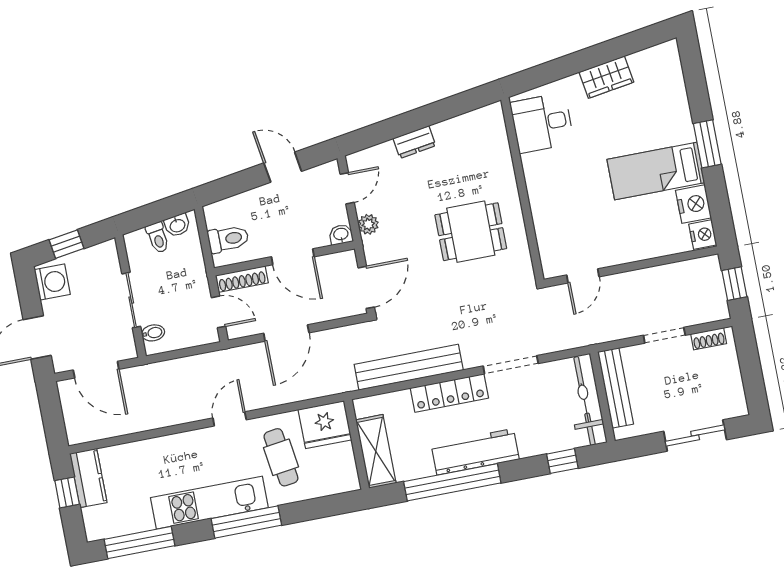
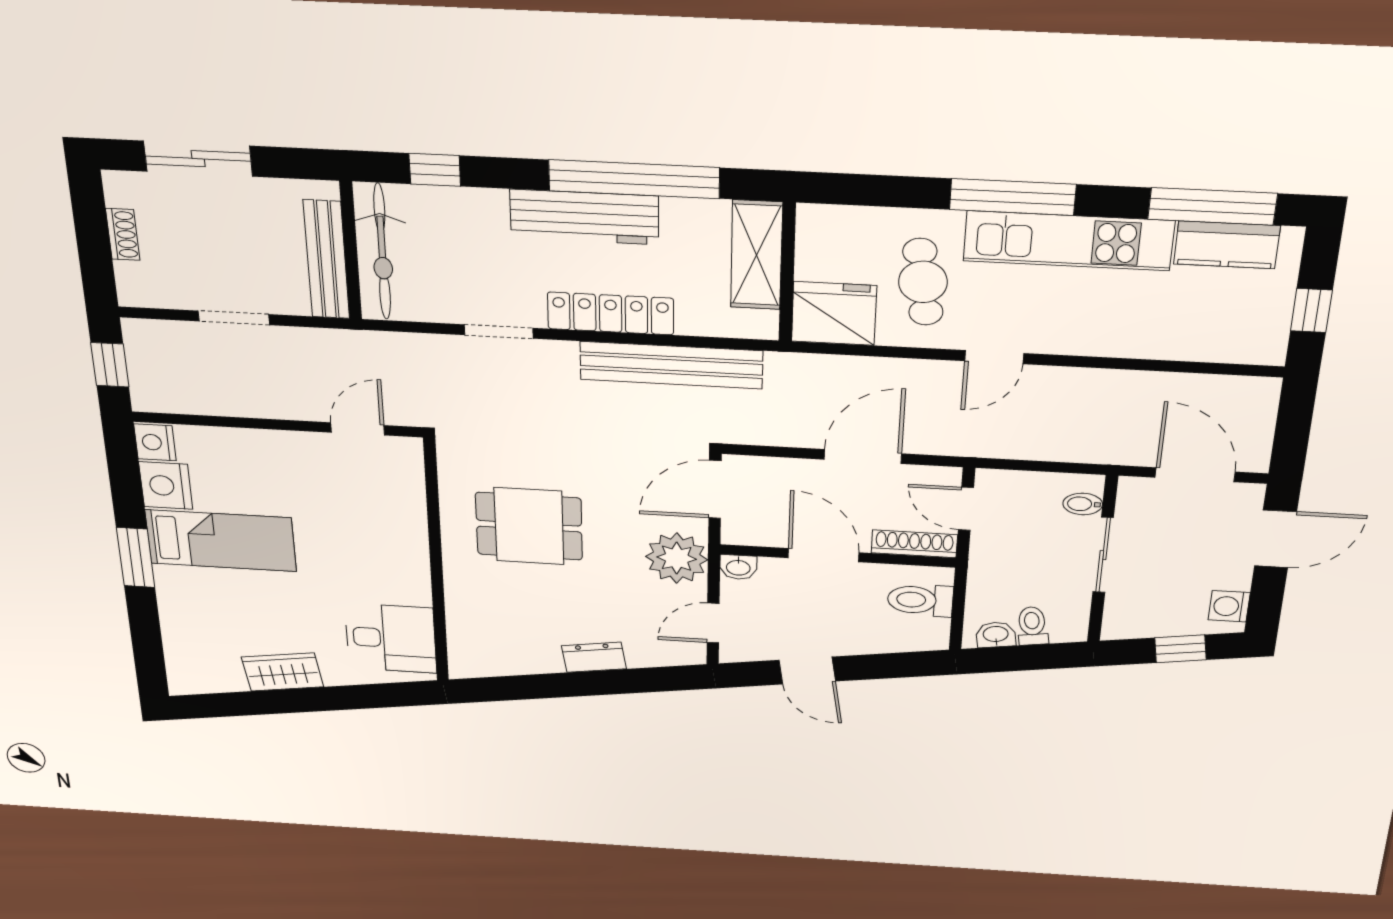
plant: (368, 224) -> (677, 558), width x1.87, depth x1.87
washing machine: (52, 282) -> (1229, 606), width x0.73, depth x0.73
shoe rack: (709, 339) -> (123, 234), moved, turned 90
doorway: (511, 365) -> (499, 331), width x0.73
kitchen counter: (88, 478) -> (1227, 245), moved, turned -90

